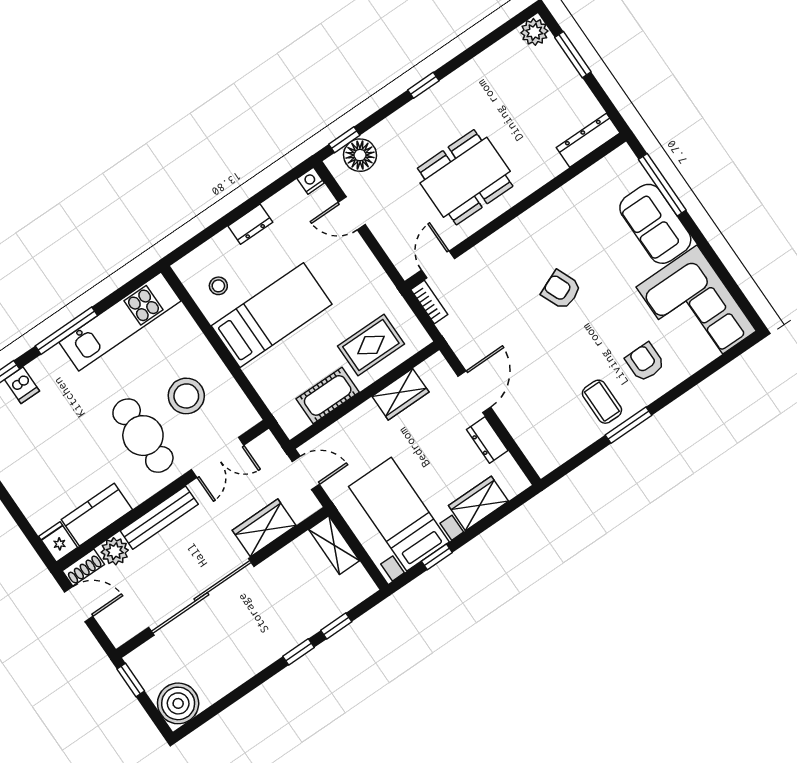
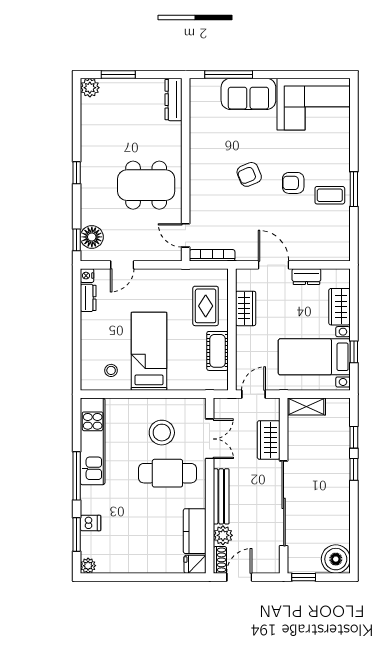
dining table: (465, 177) -> (146, 185), turned 90
dresser: (250, 224) -> (88, 298), moved
bookcase: (429, 302) -> (212, 255), width x1.56
armchair: (645, 362) -> (293, 183), moved

